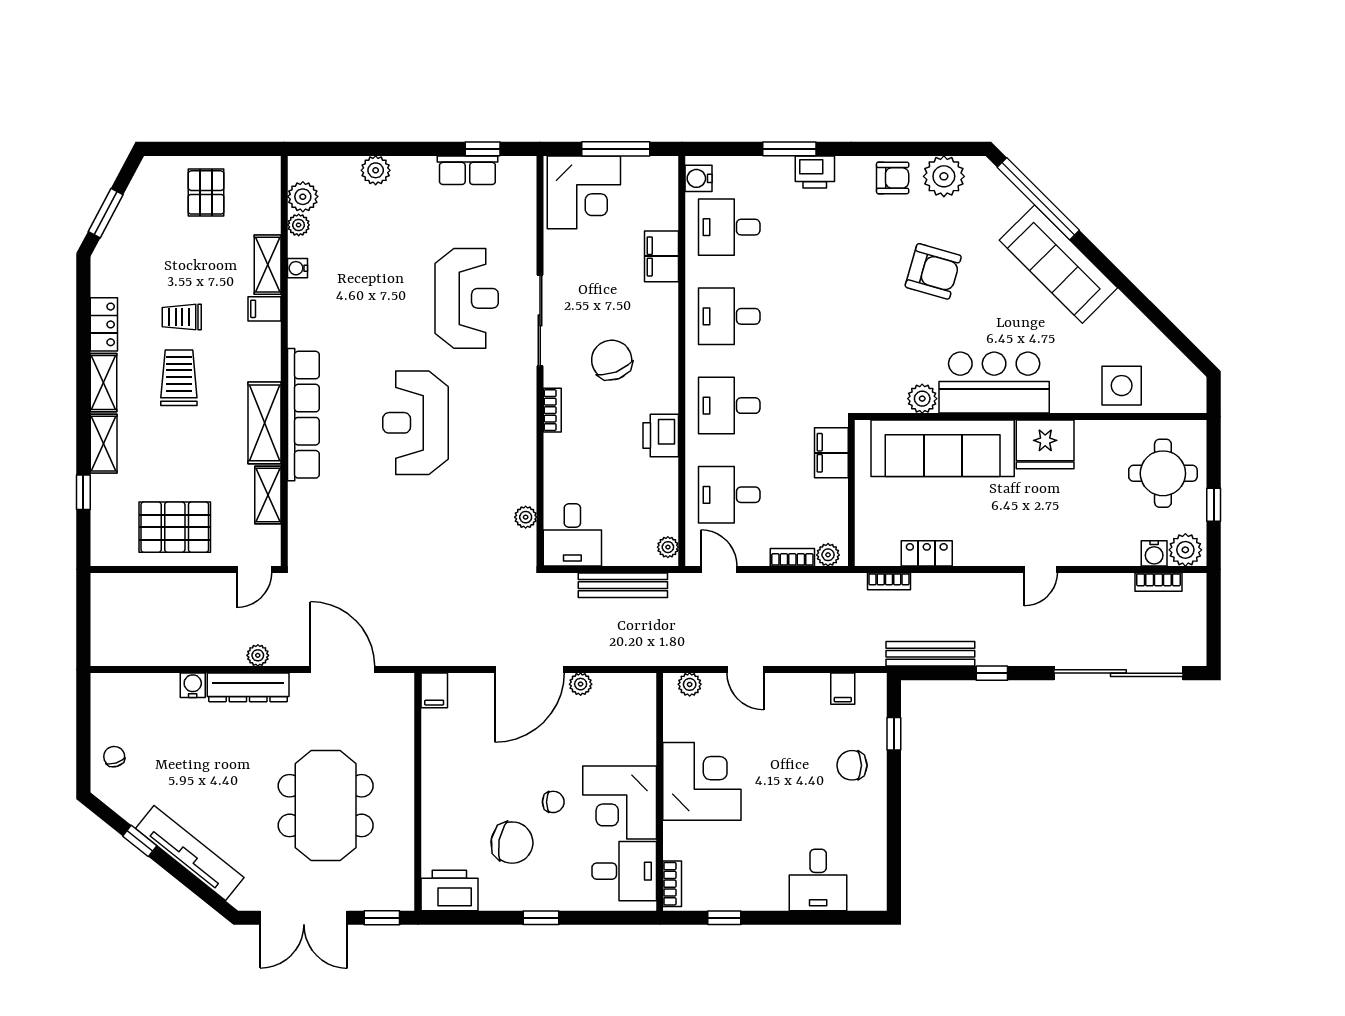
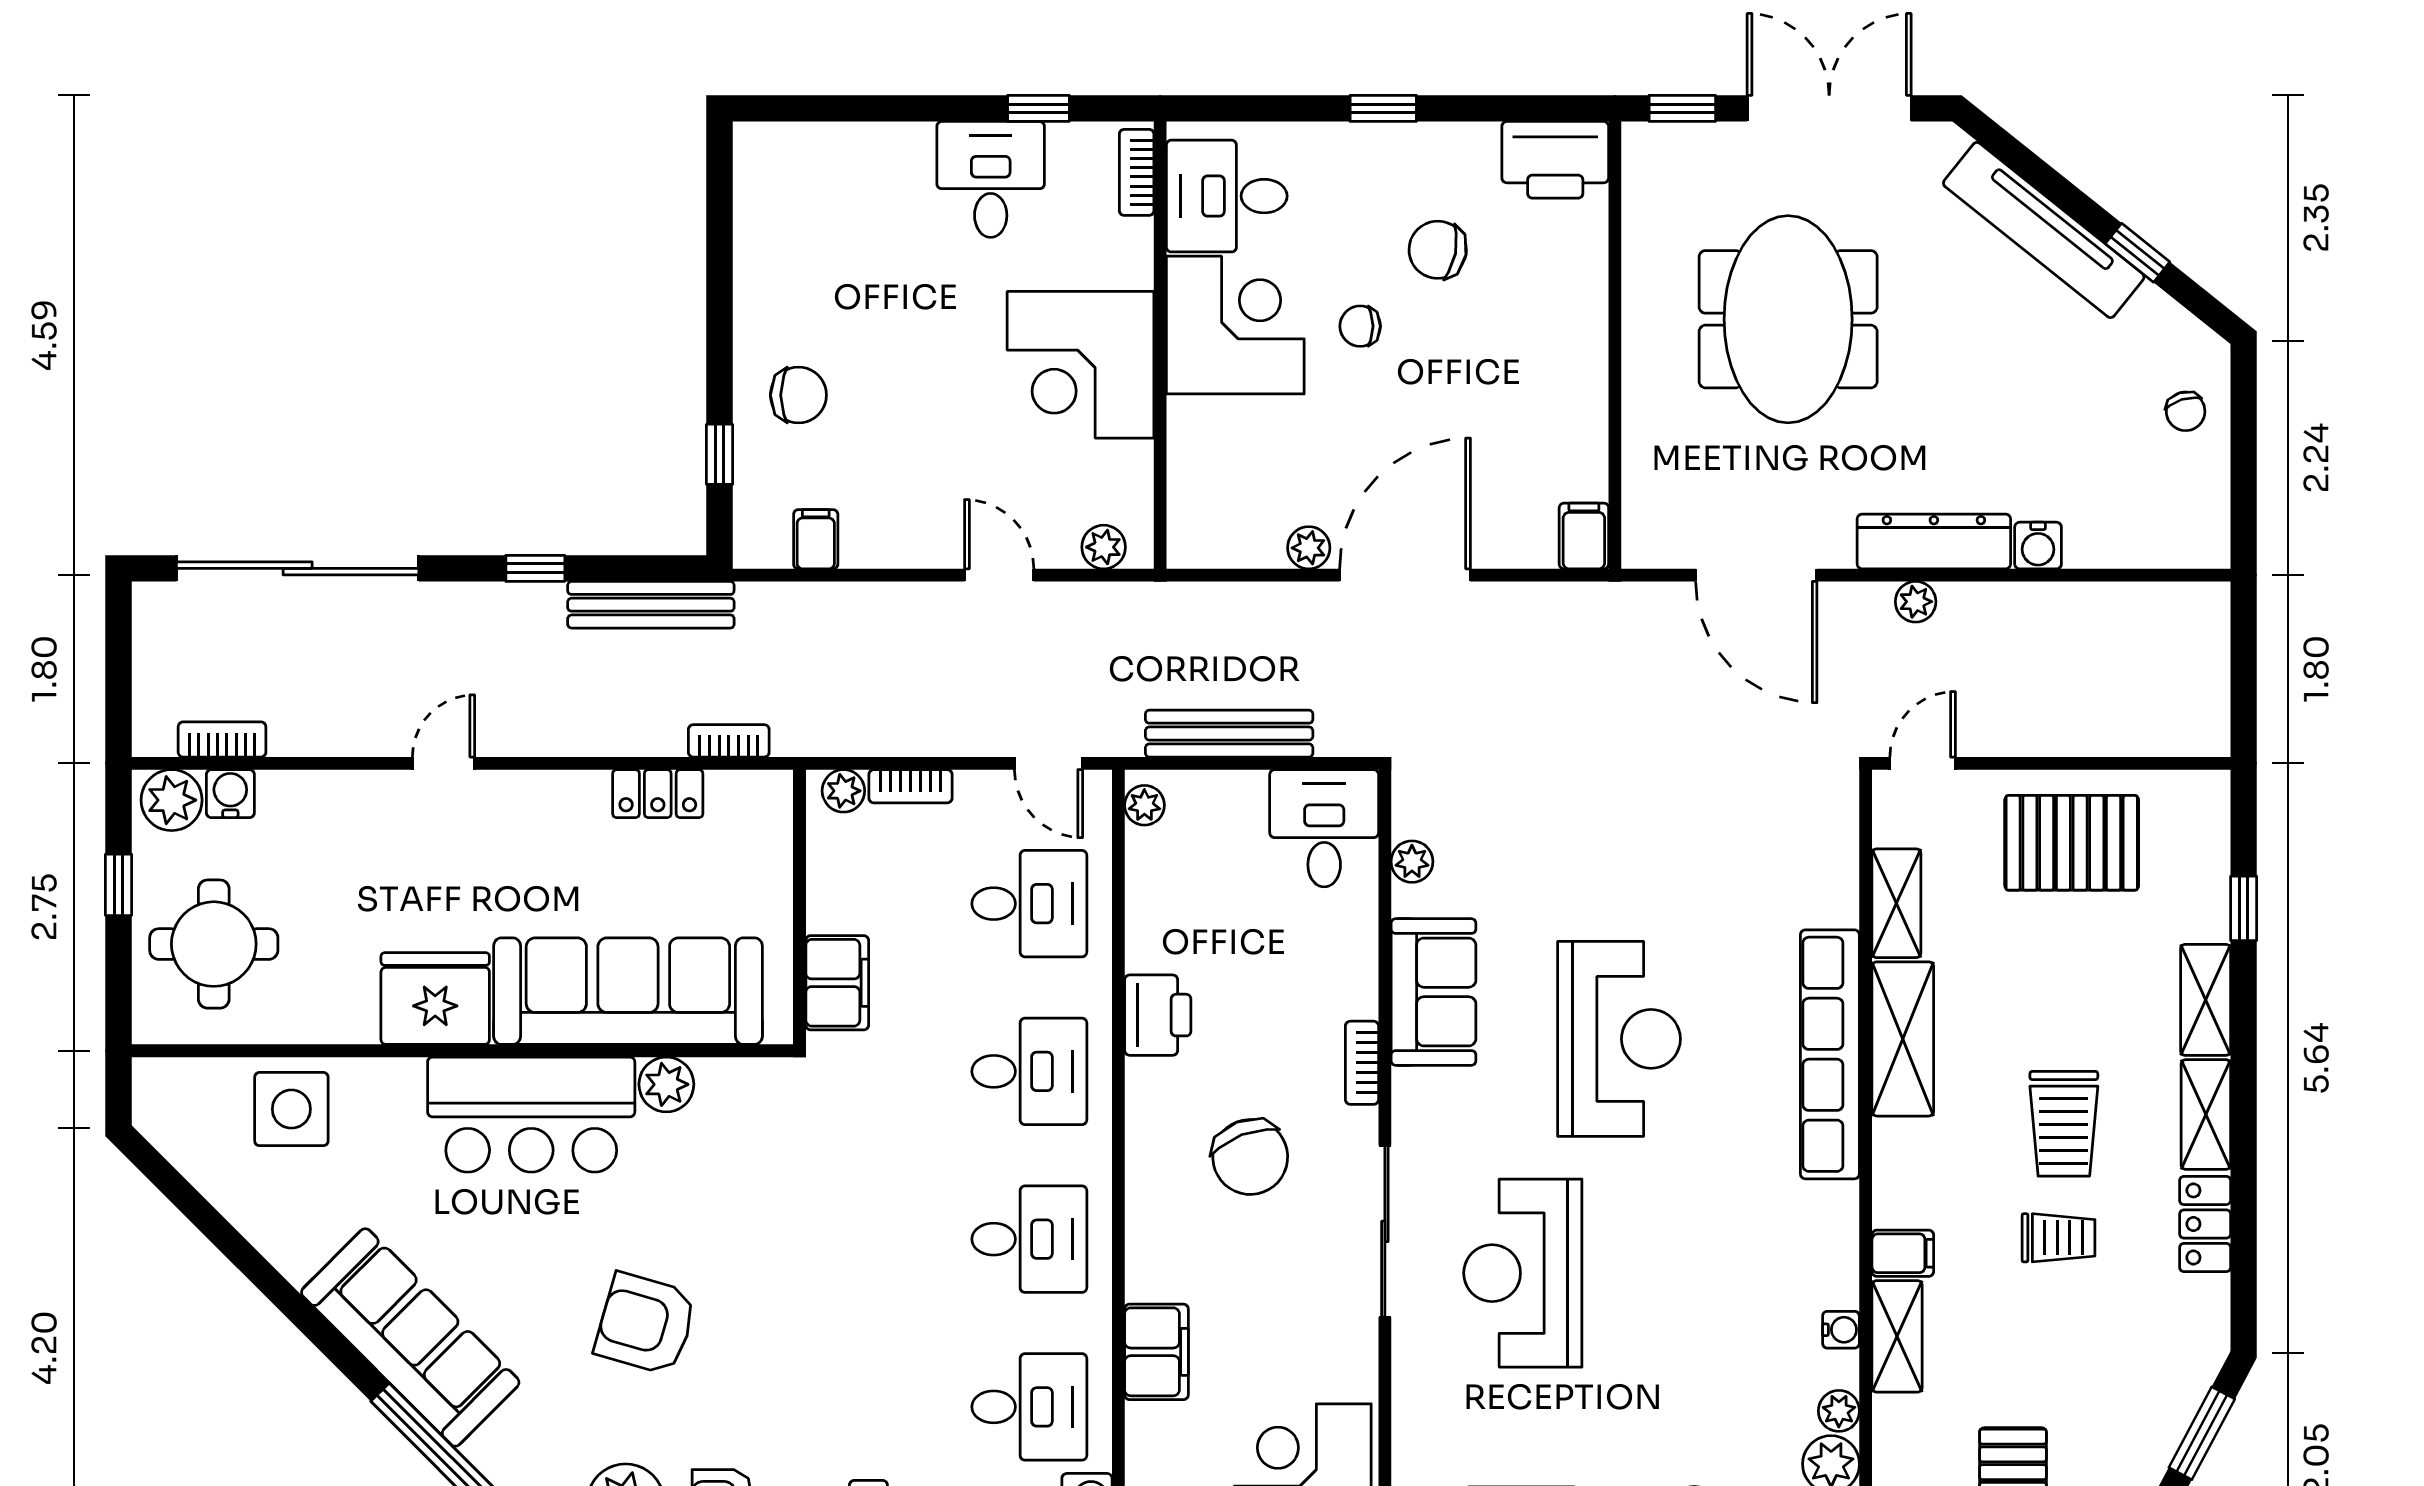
sofa: (514, 448) -> (1434, 992), added
chair: (512, 843) -> (1438, 250), width x0.73, depth x0.73
desk: (818, 880) -> (991, 179), moved

